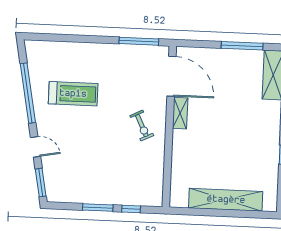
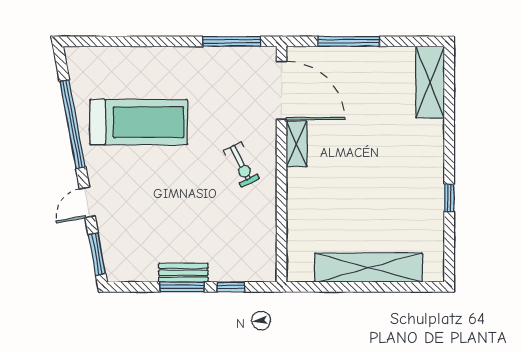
window: (242, 46) -> (349, 41), moved
treadmill: (73, 94) -> (139, 122), width x1.37, depth x1.38
door: (36, 147) -> (87, 202), swing flipped
bench: (99, 198) -> (183, 273), added

